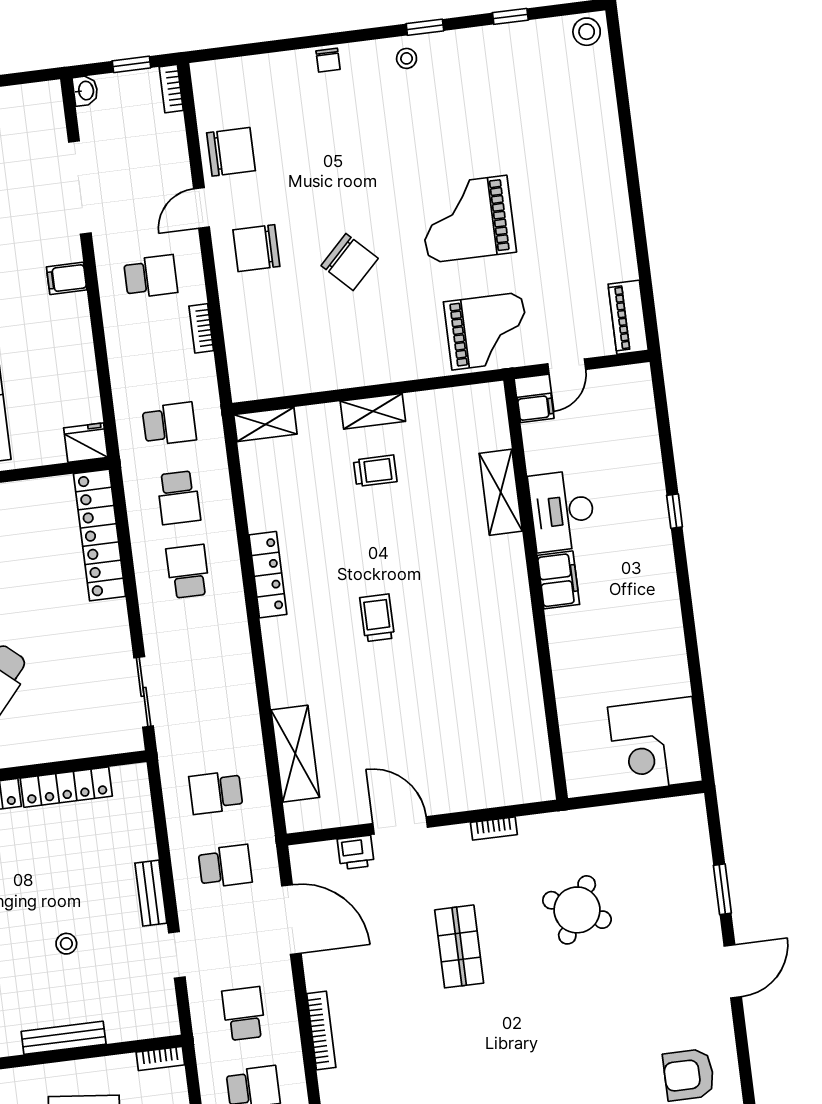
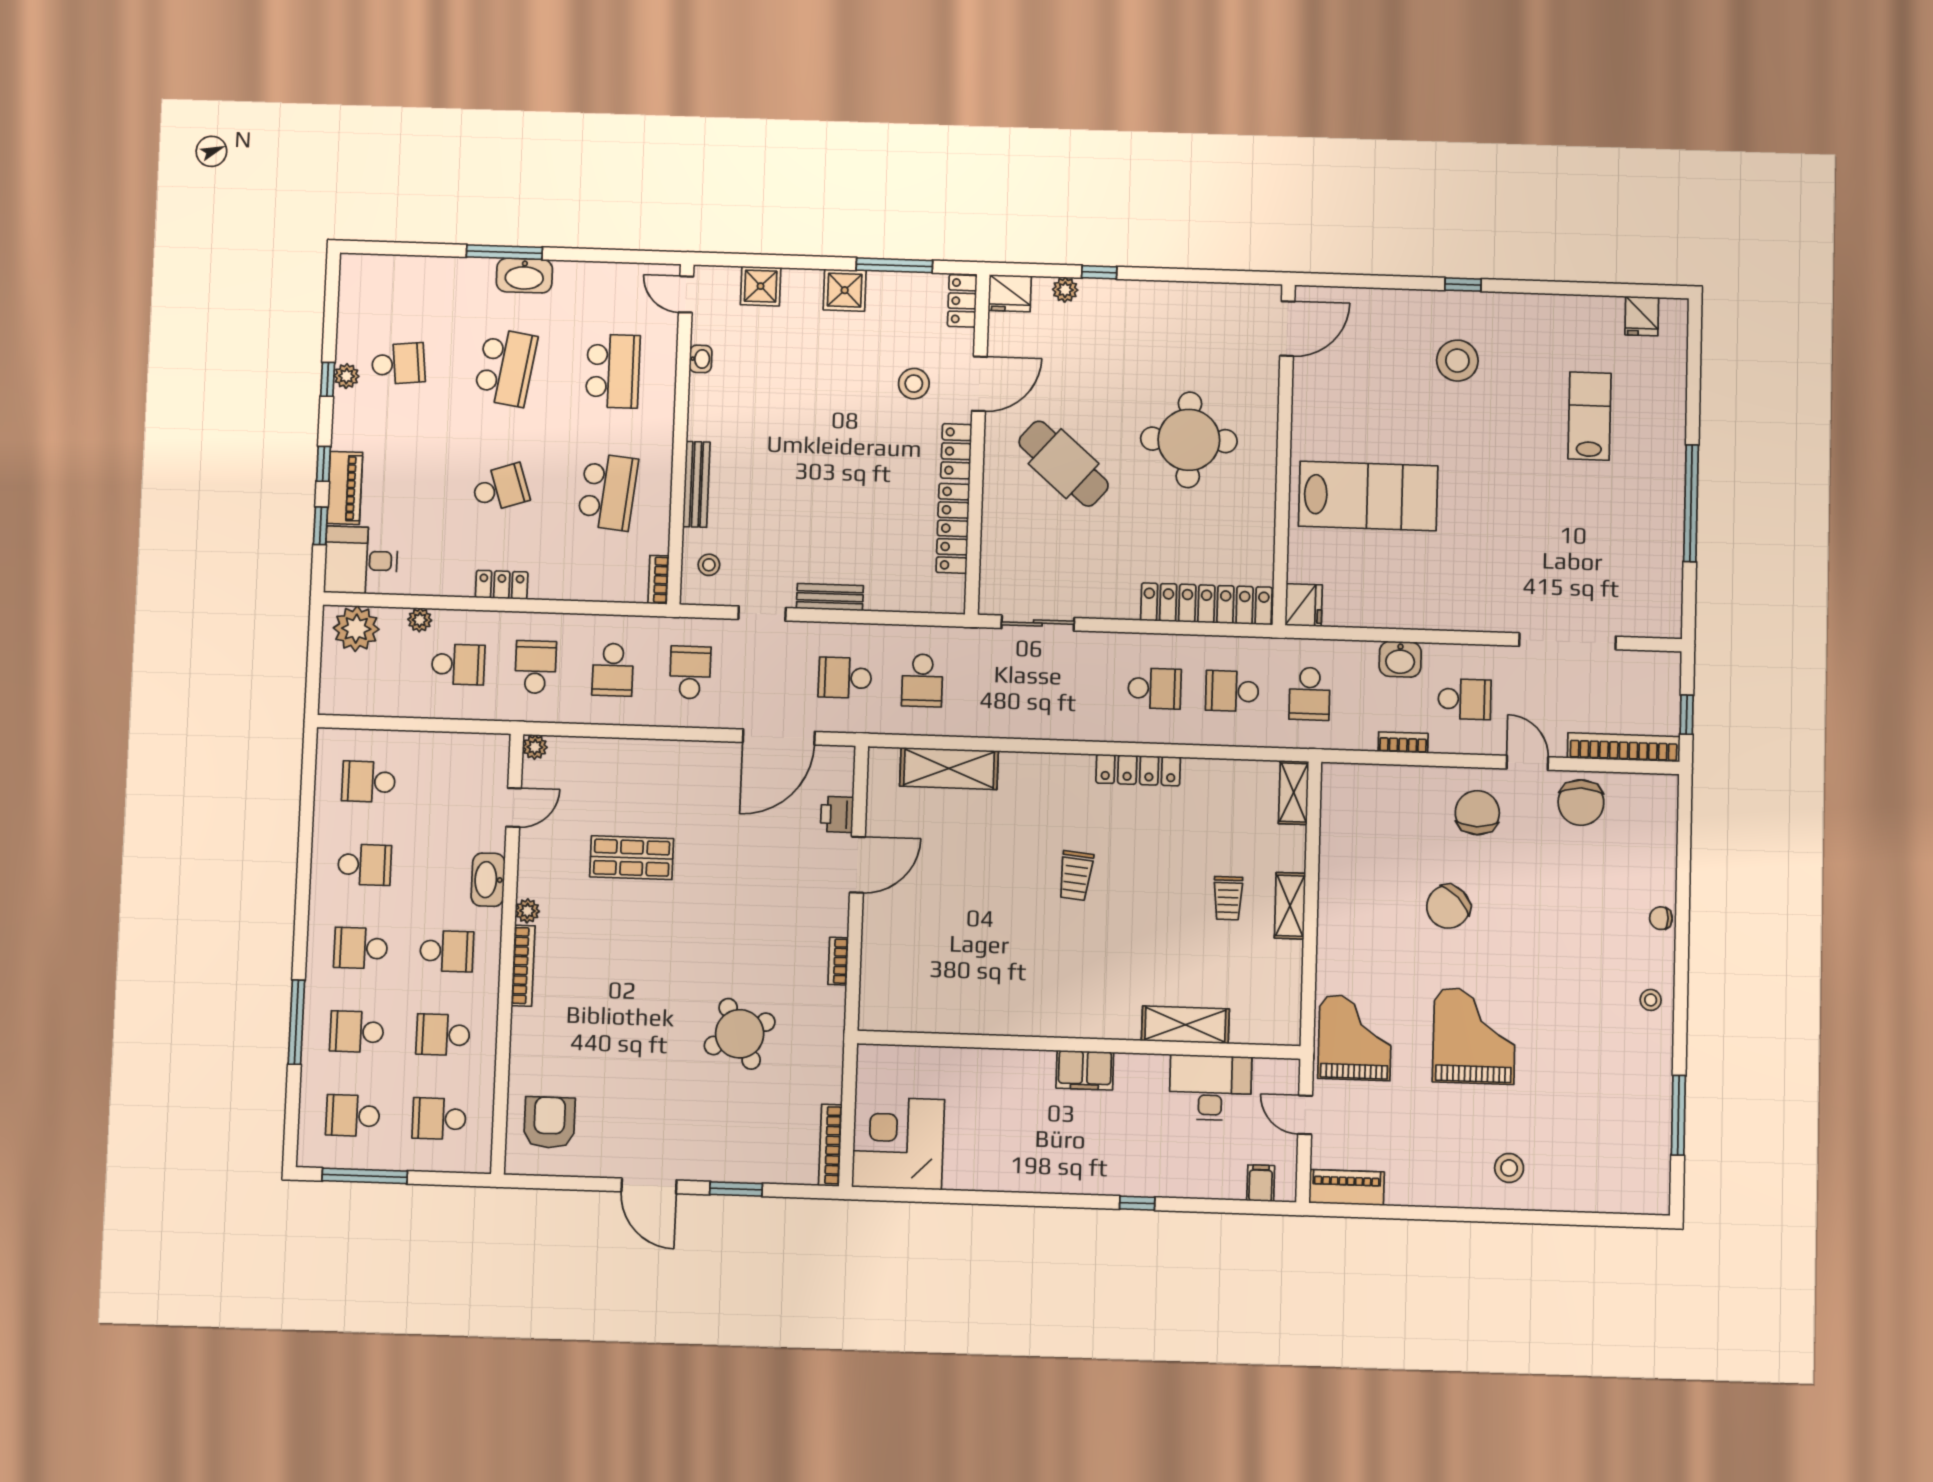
window: (510, 16) -> (1678, 1115), width x2.17
window: (425, 27) -> (1680, 1024), removed
stool: (587, 32) -> (1509, 1168), moved
bookcase: (171, 89) -> (1624, 747), width x2.31, depth x1.31
washbasin: (85, 91) -> (1400, 659), moved, width x1.38, depth x1.45
school desk: (151, 276) -> (1465, 699), turned -90
filing cabinet: (67, 278) -> (1476, 613), removed
grand piano: (487, 331) -> (1355, 1038), turned 180
filing cabinet: (536, 408) -> (1261, 1183), moved, turned 180
desk: (562, 511) -> (1210, 1088), moved
trolley: (377, 618) -> (1076, 876), turned 96
school desk: (216, 792) -> (922, 680), turned 180
school desk: (225, 866) -> (845, 678), turned 90
round table: (577, 910) -> (740, 1034), turned 36
stool: (66, 944) -> (709, 565), moved
shop shelf: (459, 946) -> (632, 858), moved
school desk: (244, 1014) -> (690, 672), turned -90
bookcase: (321, 1030) -> (830, 1145), moved, turned 90

